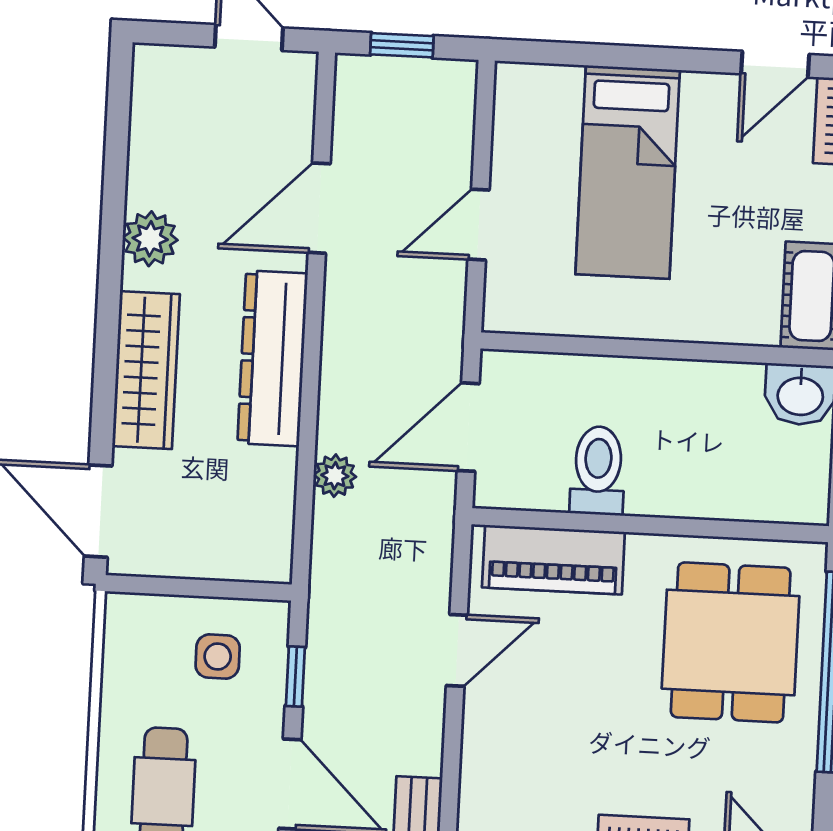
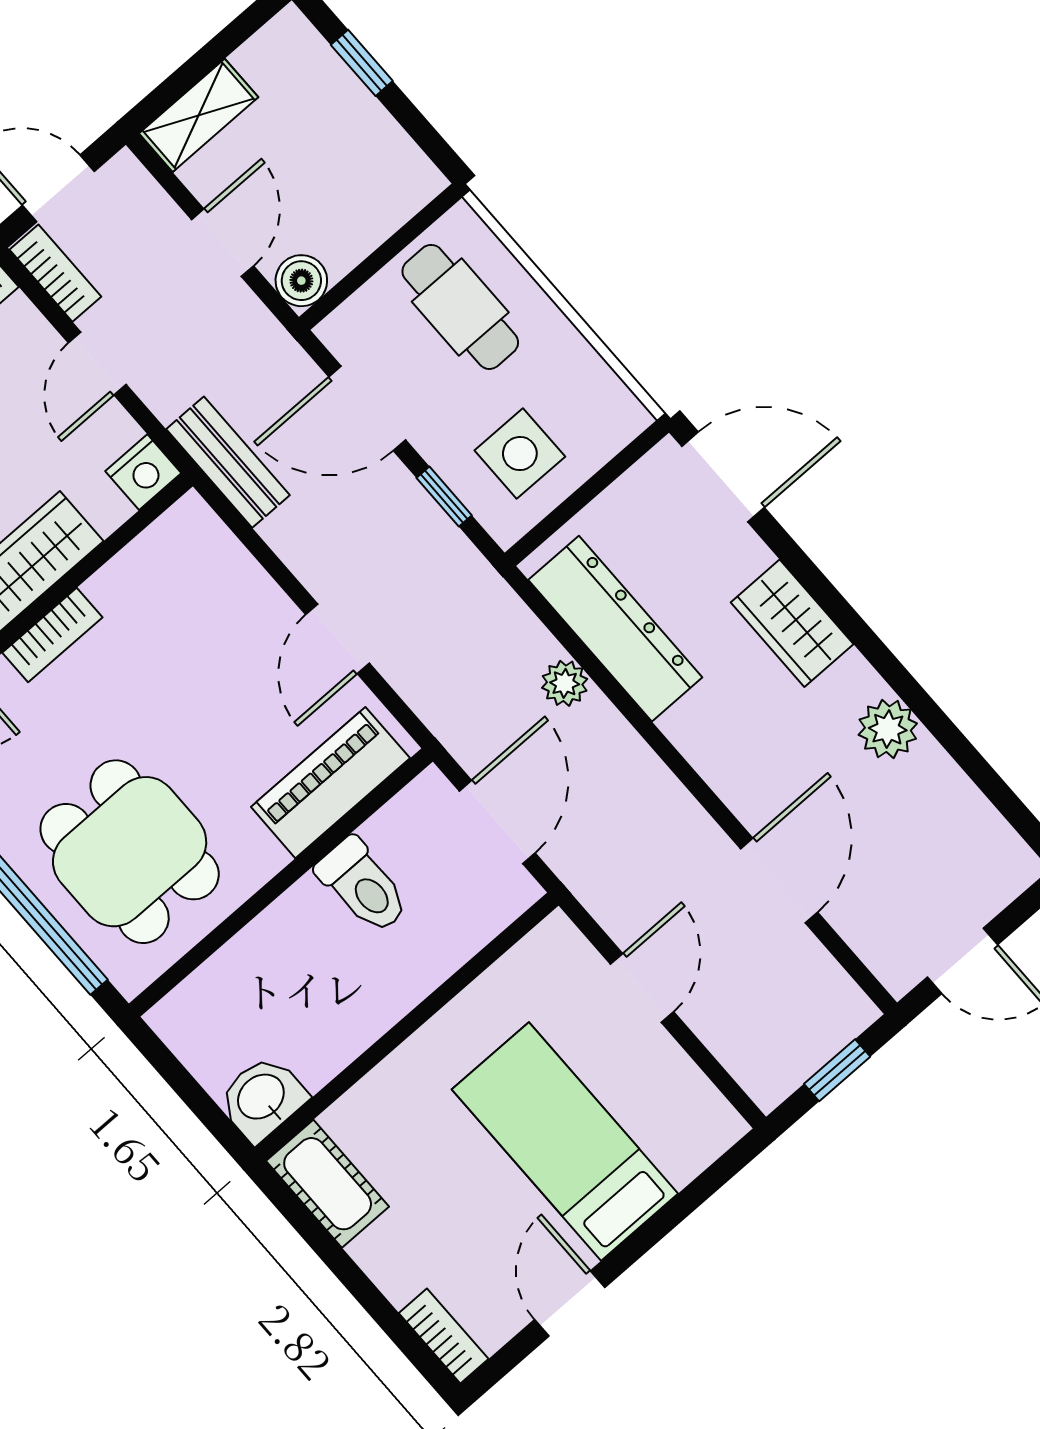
door: (775, 64) -> (570, 1303), moved
dresser: (272, 358) -> (615, 629), moved
wardrobe: (146, 370) -> (792, 623), width x0.67
side table: (218, 656) -> (520, 454), width x1.37, depth x1.37

